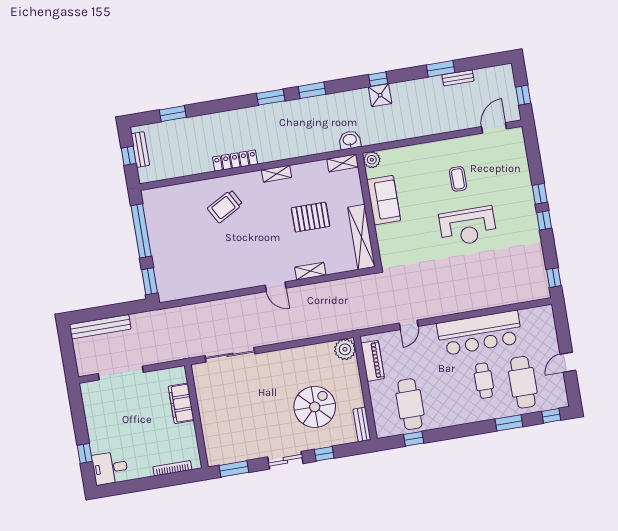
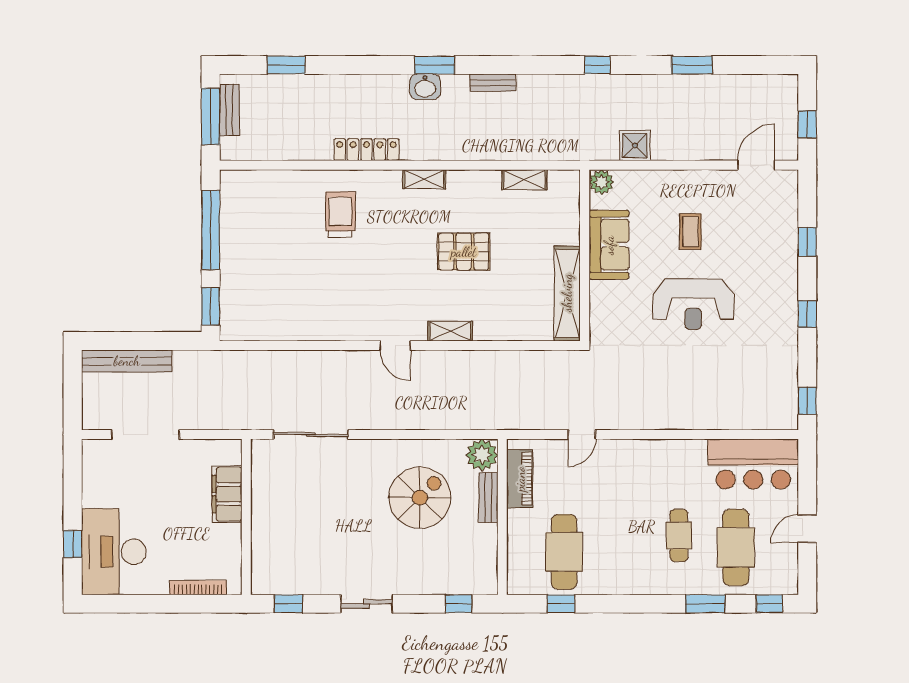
bench: (458, 78) -> (493, 83), moved
window: (312, 90) -> (497, 65), removed
shower: (380, 95) -> (635, 146), moved
washbasin: (350, 140) -> (425, 87), moved, turned 180
window: (129, 156) -> (211, 116), width x2.17
plant: (372, 160) -> (602, 182), moved
window: (540, 194) -> (807, 242), moved
sofa: (384, 200) -> (609, 245), moved
trolley: (225, 206) -> (340, 215), turned 119
wall: (369, 210) -> (585, 255), moved
shelving: (361, 237) -> (567, 293), moved
bar counter: (480, 333) -> (753, 464), moved, width x0.73
spiral stairs: (315, 407) -> (420, 498), moved
bench: (362, 424) -> (488, 498), moved
window: (324, 454) -> (459, 604), moved
desk: (110, 468) -> (114, 552), width x1.87, depth x1.30
window: (234, 469) -> (288, 604), width x0.67

